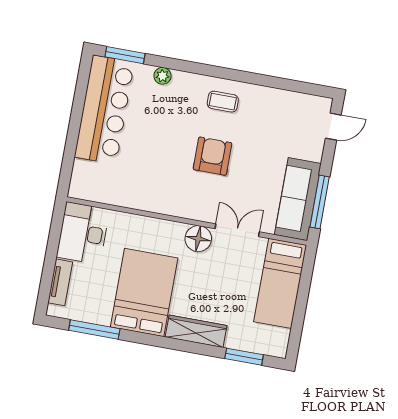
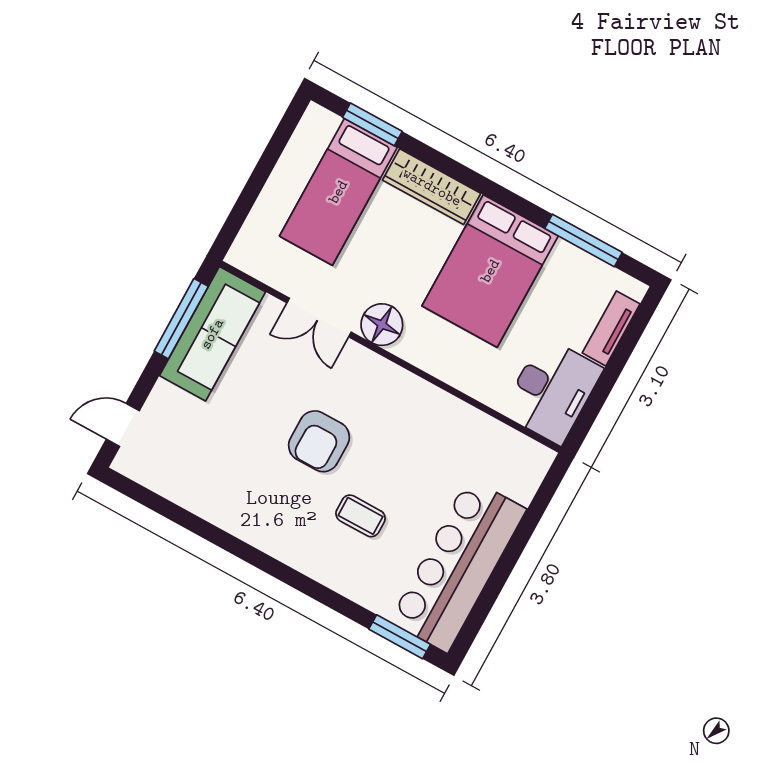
plant: (162, 76) -> (354, 587), removed
coffee table: (223, 102) -> (361, 516), moved
bed: (280, 283) -> (338, 192), moved, turned 180

